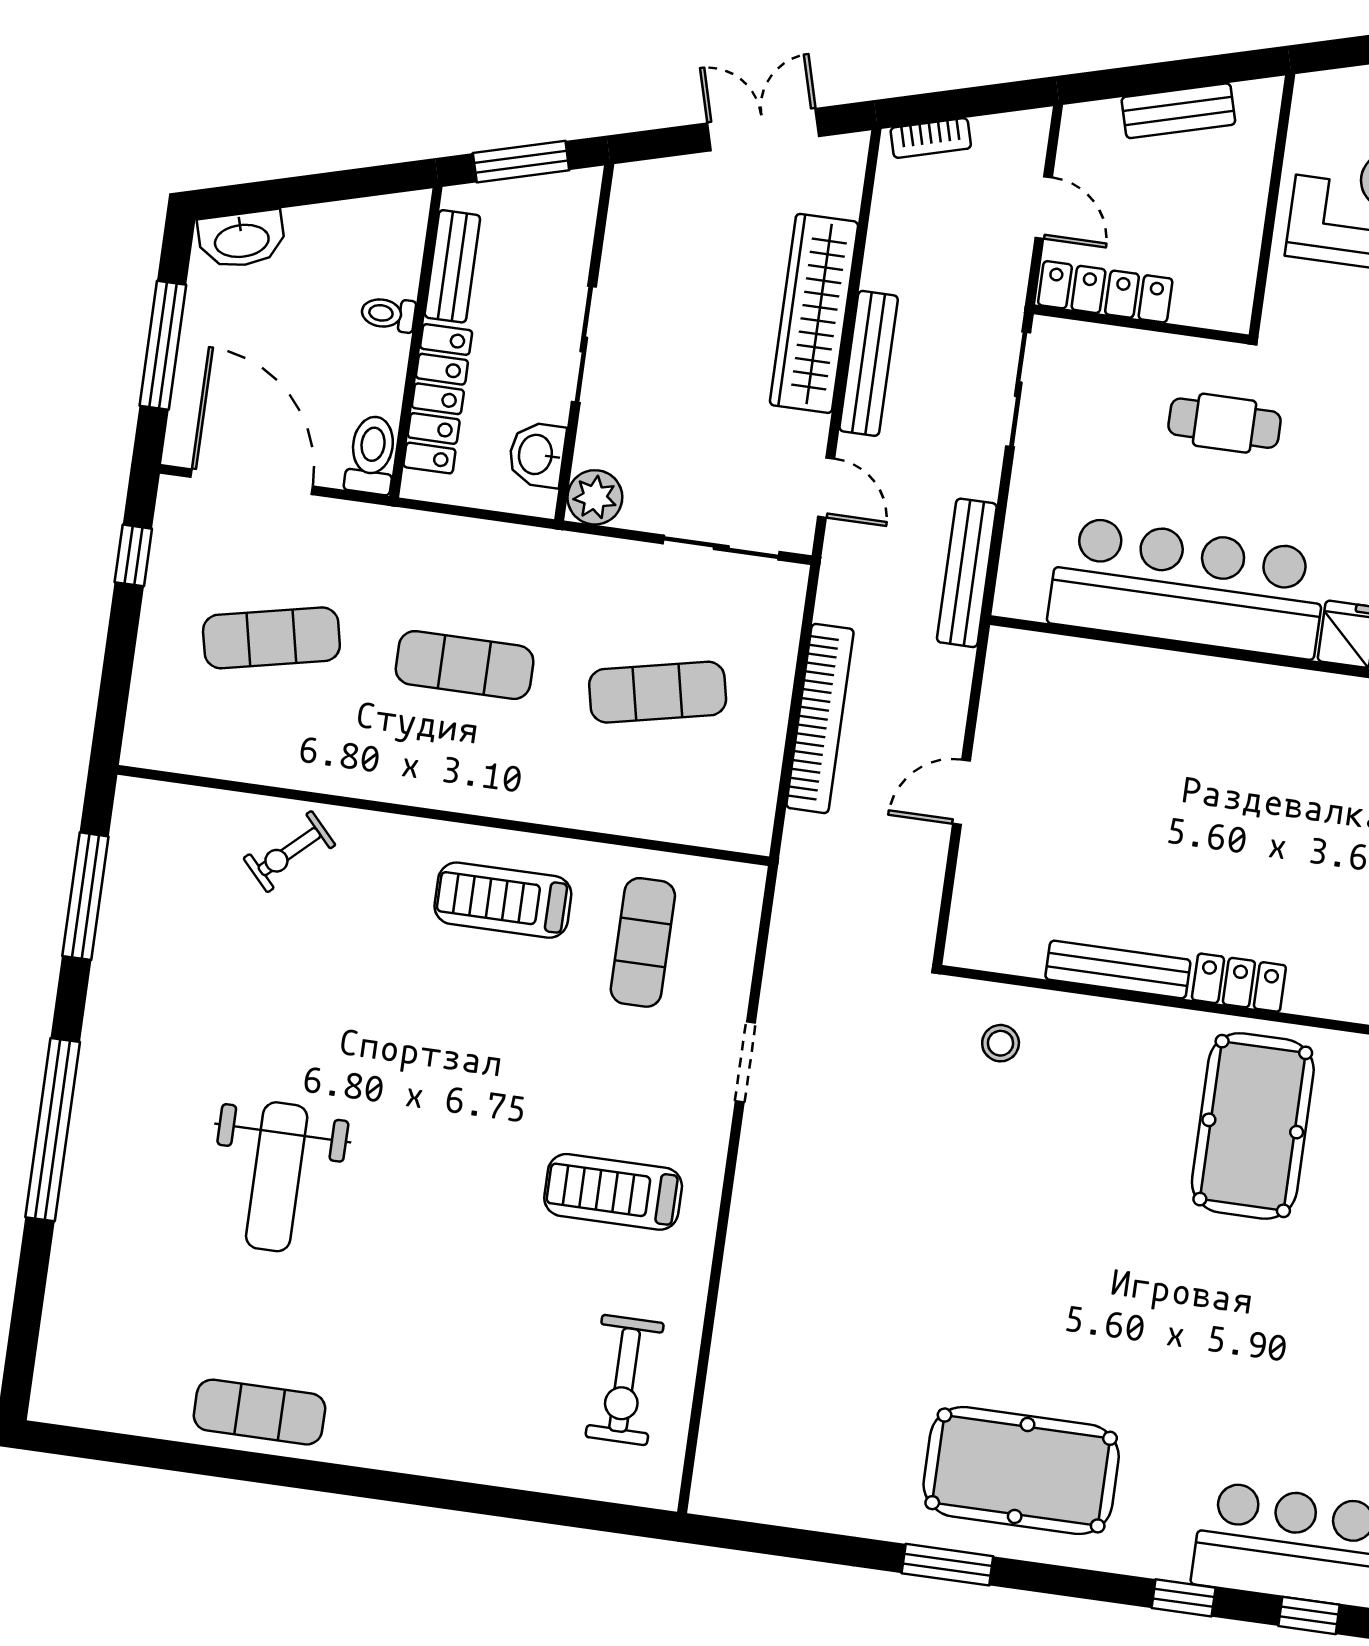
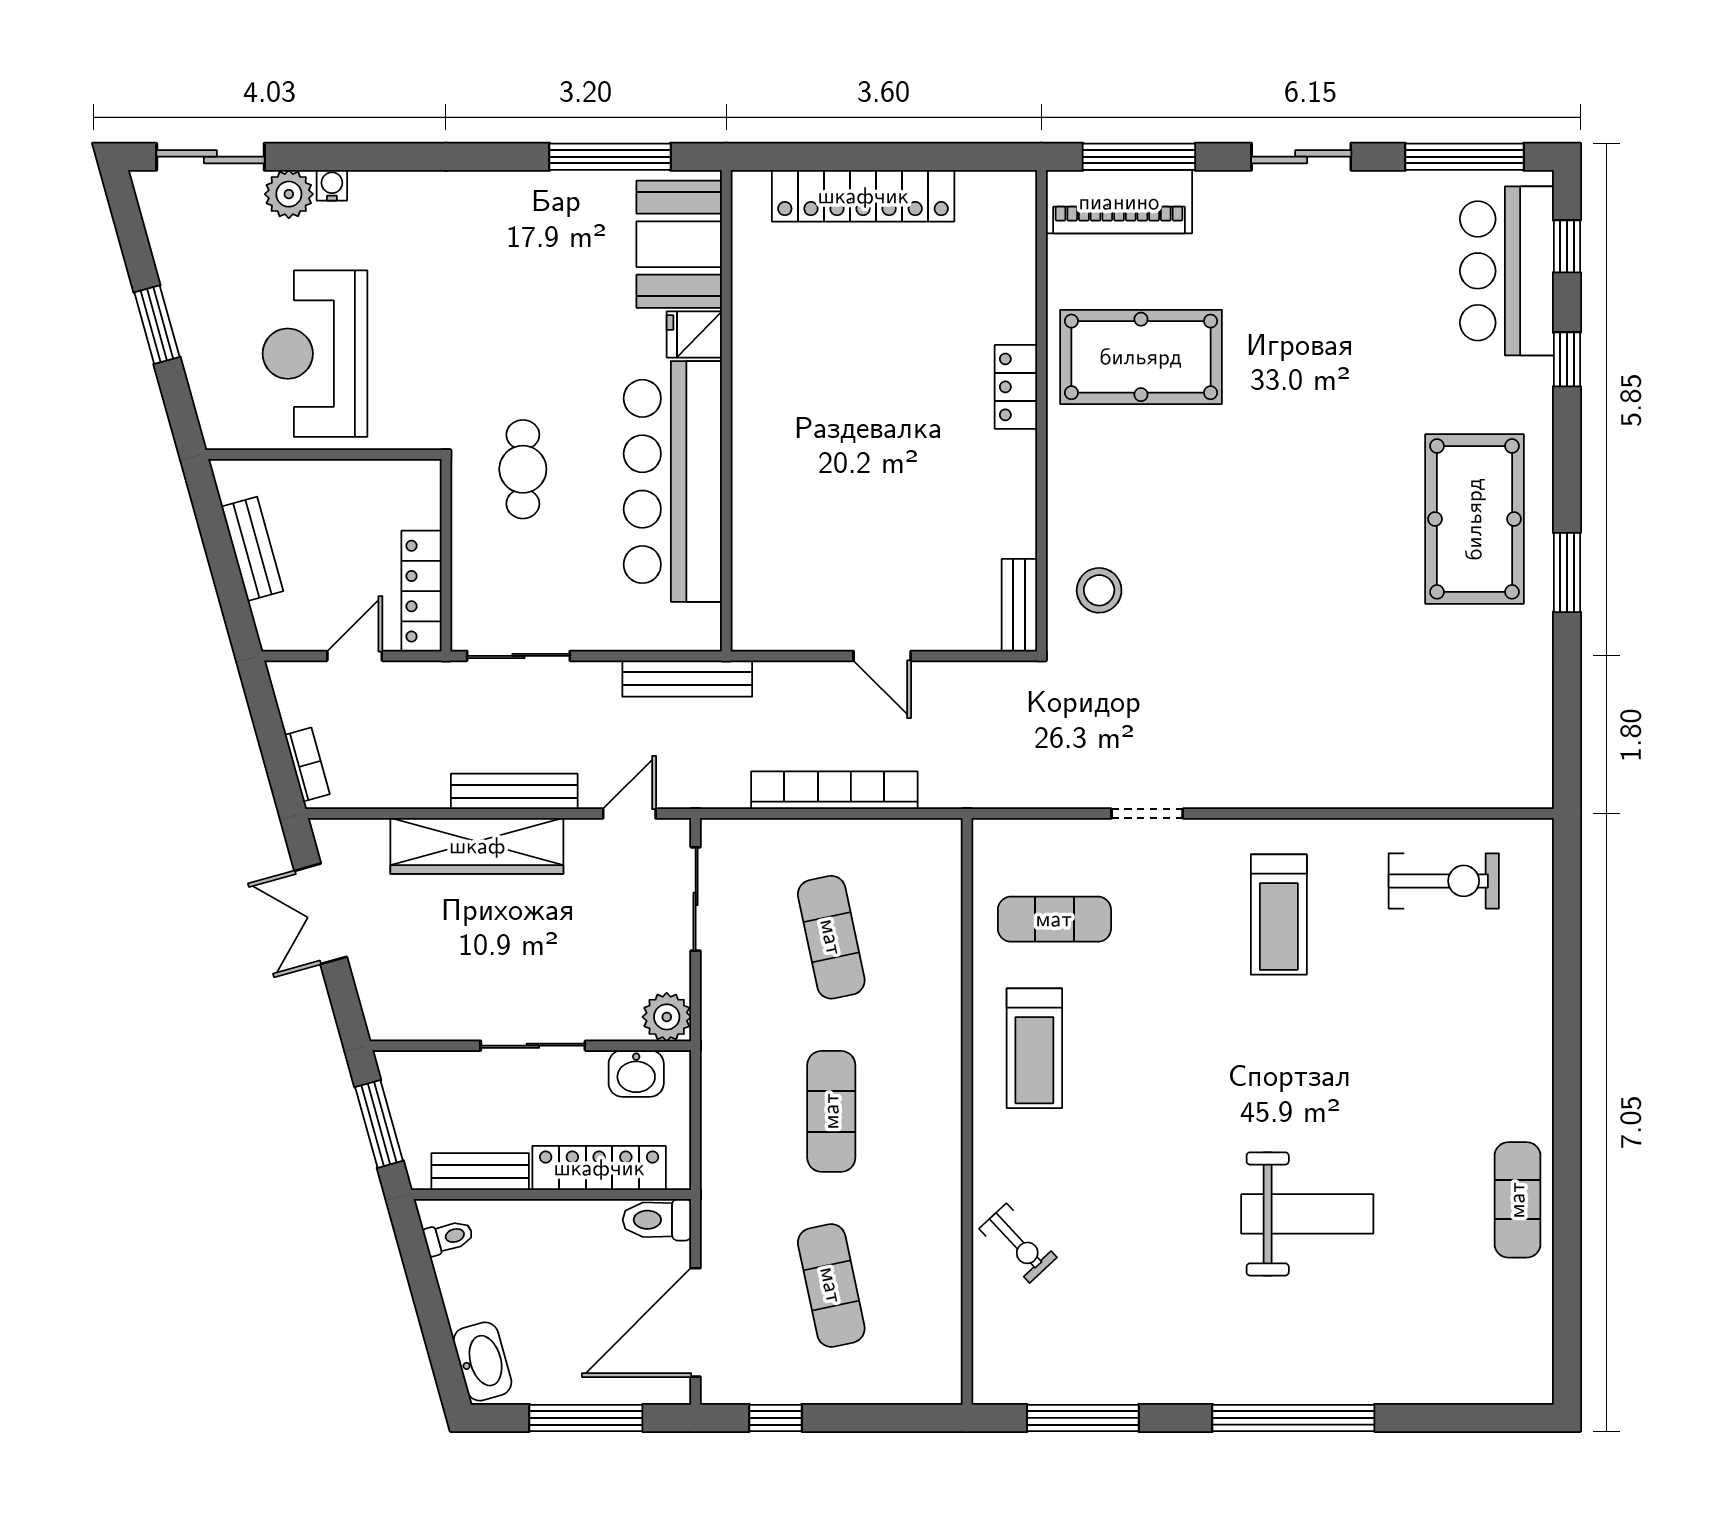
toilet: (388, 314) -> (449, 1237), moved, turned -106
bench: (1118, 970) -> (1019, 605), moved, width x0.73
stool: (1001, 1043) -> (1099, 590), width x1.37, depth x1.37

